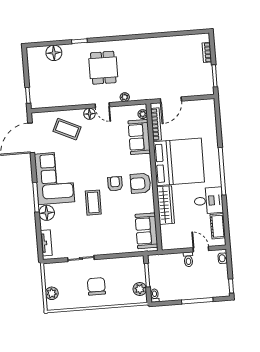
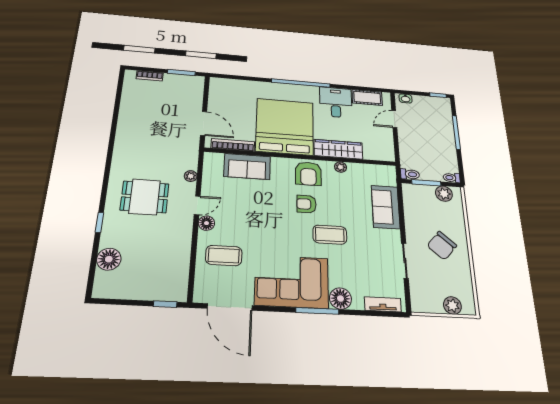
plant: (143, 114) -> (341, 167), moved
coffee table: (67, 129) -> (224, 255), turned 65
sofa: (146, 231) -> (386, 207), moved, turned 90
toilet: (188, 259) -> (410, 174), moved
chair: (96, 286) -> (442, 246), turned -49

